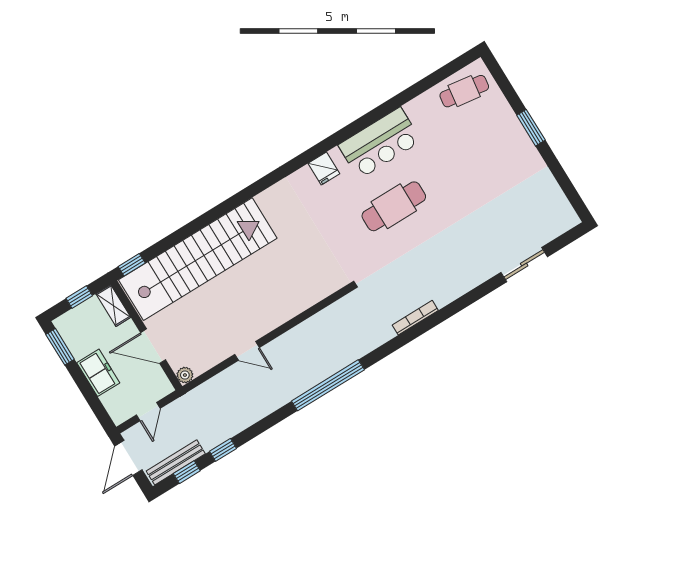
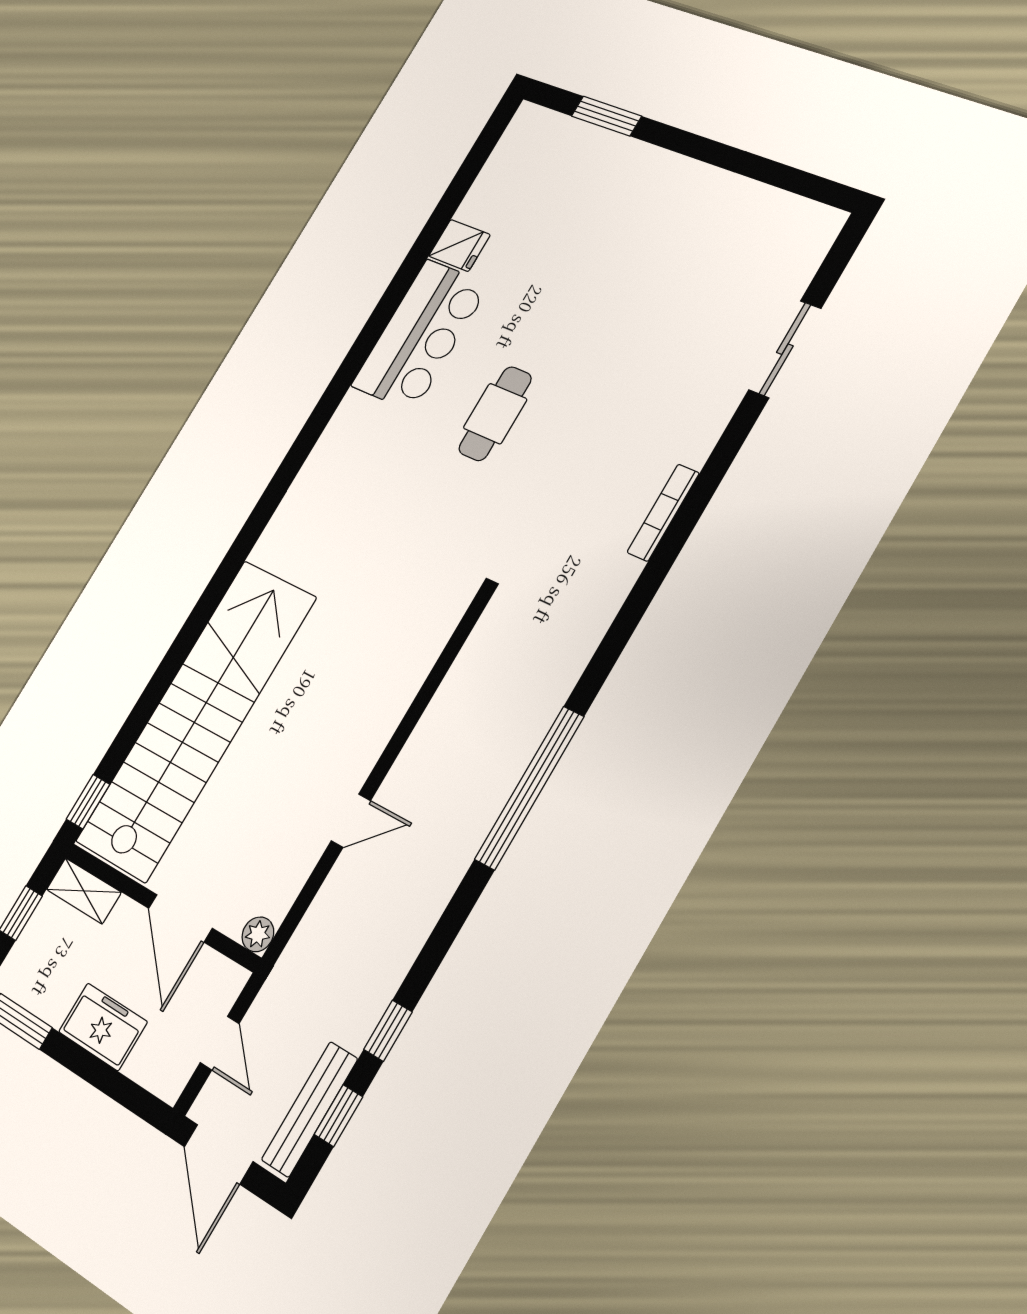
cafe table: (464, 91) -> (523, 165), removed
window: (531, 128) -> (606, 116), moved
fridge: (324, 168) -> (459, 245), moved
cafe table: (394, 206) -> (495, 414), width x0.73, depth x0.74
bookcase: (415, 318) -> (663, 513), moved
door: (153, 346) -> (180, 918), hinge flipped

